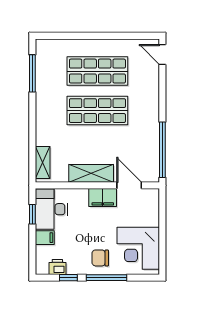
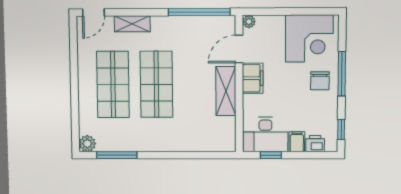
plant: (43, 47) -> (87, 144), added
shelving: (43, 162) -> (132, 24), moved
plant: (154, 194) -> (249, 22), added
printer: (57, 267) -> (315, 144), moved, turned 90
window: (68, 278) -> (341, 130), moved

